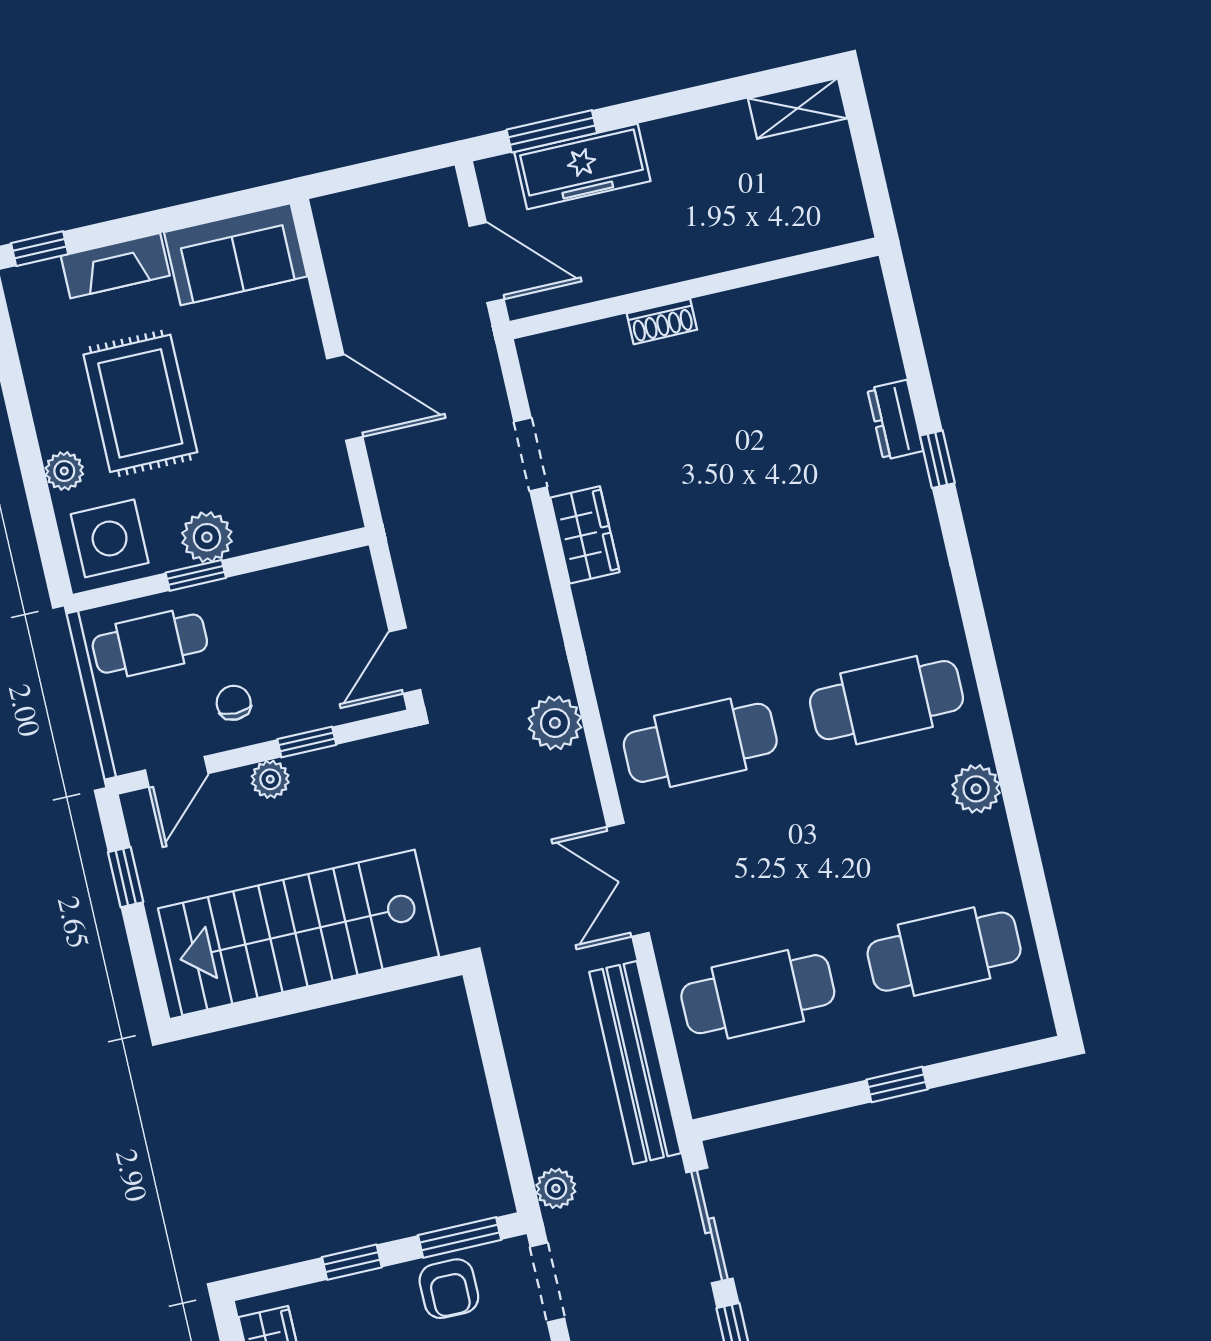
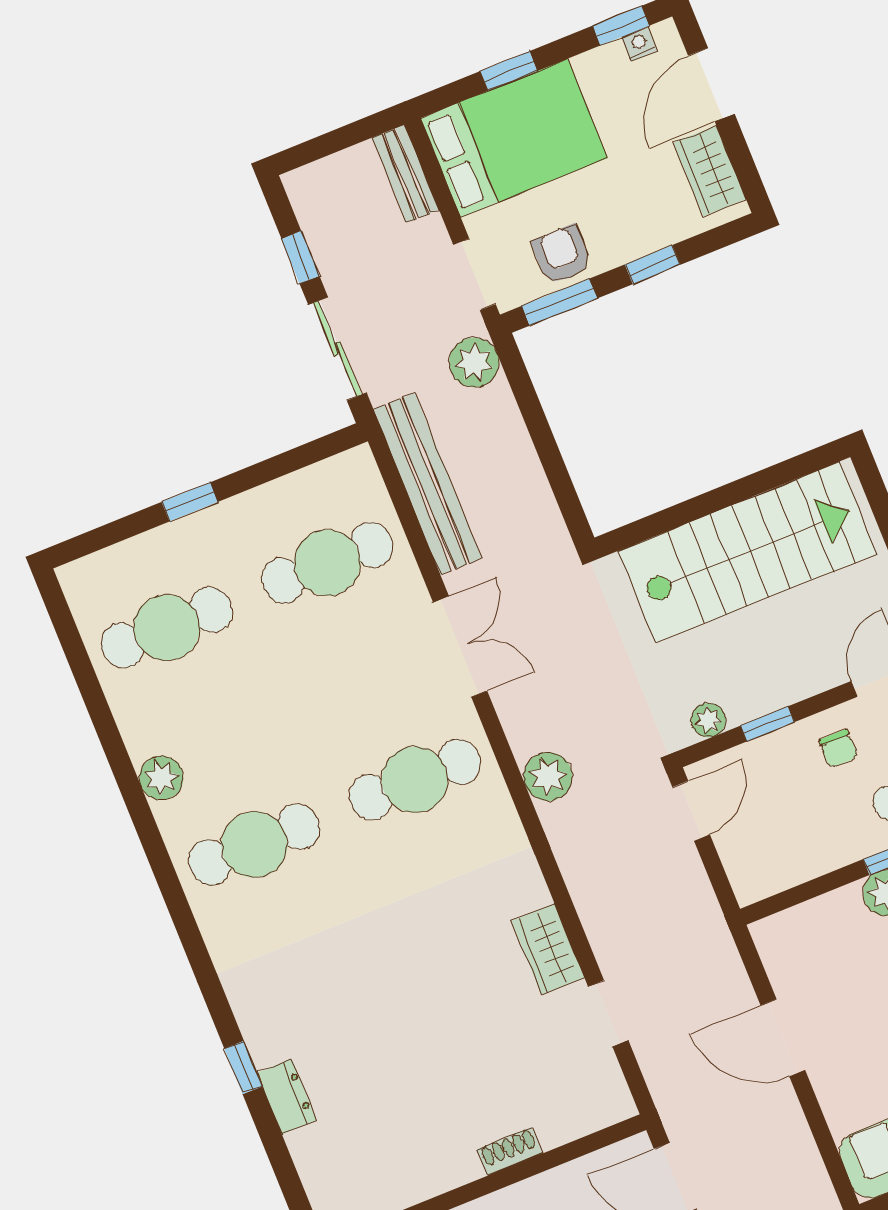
plant: (270, 779) -> (708, 720), moved
plant: (556, 1188) -> (474, 362), width x1.38, depth x1.38

